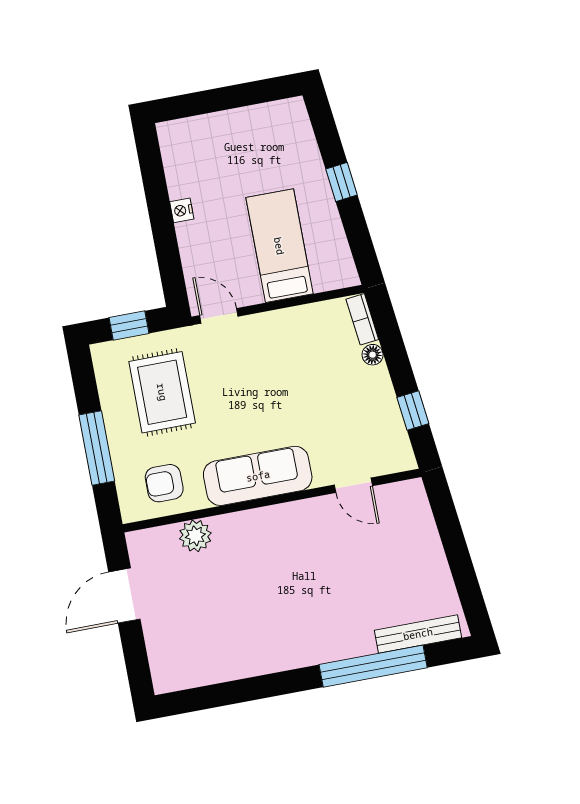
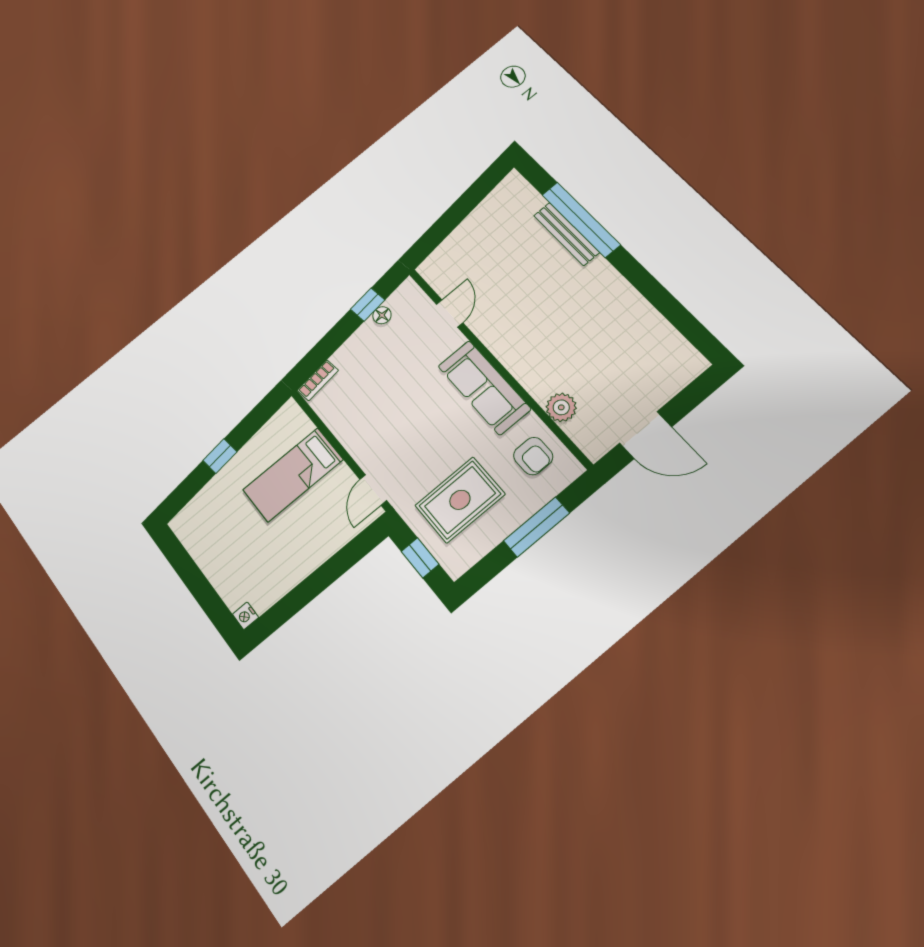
nightstand: (182, 210) -> (245, 616), moved, turned 90
floor lamp: (373, 355) -> (382, 315), moved
bench: (418, 634) -> (566, 234), moved

